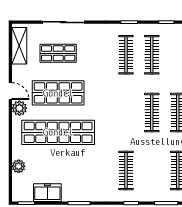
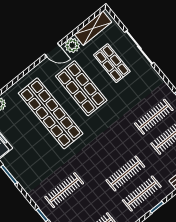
door: (10, 91) -> (52, 50), hinge flipped
plant: (19, 108) -> (72, 45), moved

